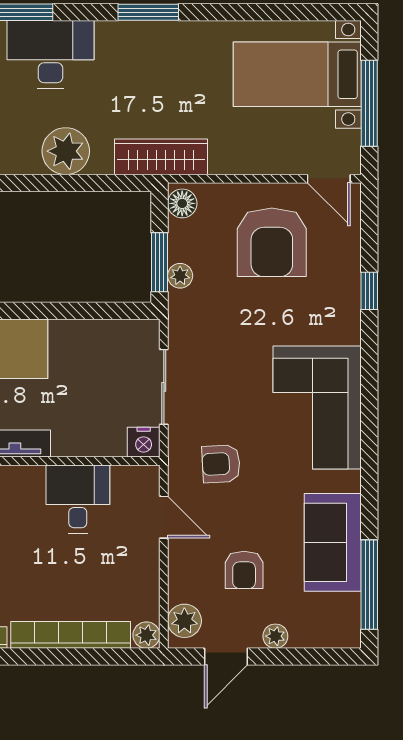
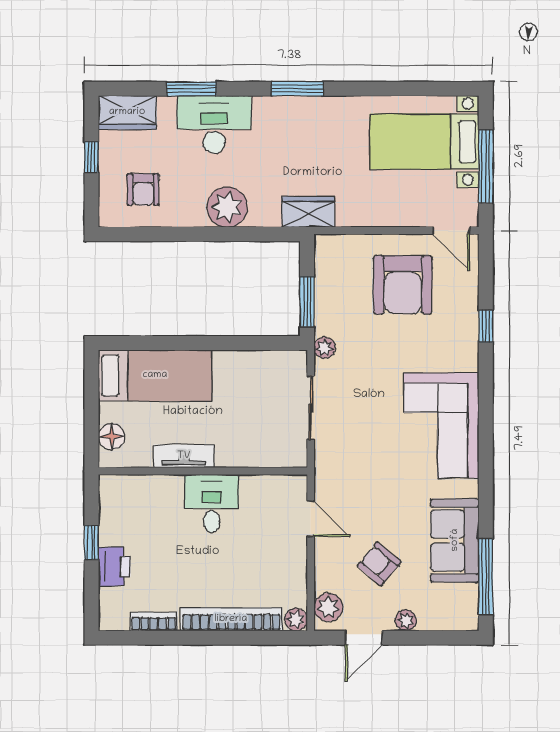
wardrobe: (161, 157) -> (308, 212), width x0.67
floor lamp: (182, 203) -> (326, 252), removed
plant: (180, 276) -> (325, 348), moved
nightstand: (144, 442) -> (293, 455), removed
armchair: (221, 464) -> (359, 473), removed
desk: (78, 499) -> (212, 504), moved
armchair: (244, 570) -> (379, 564), turned 130

